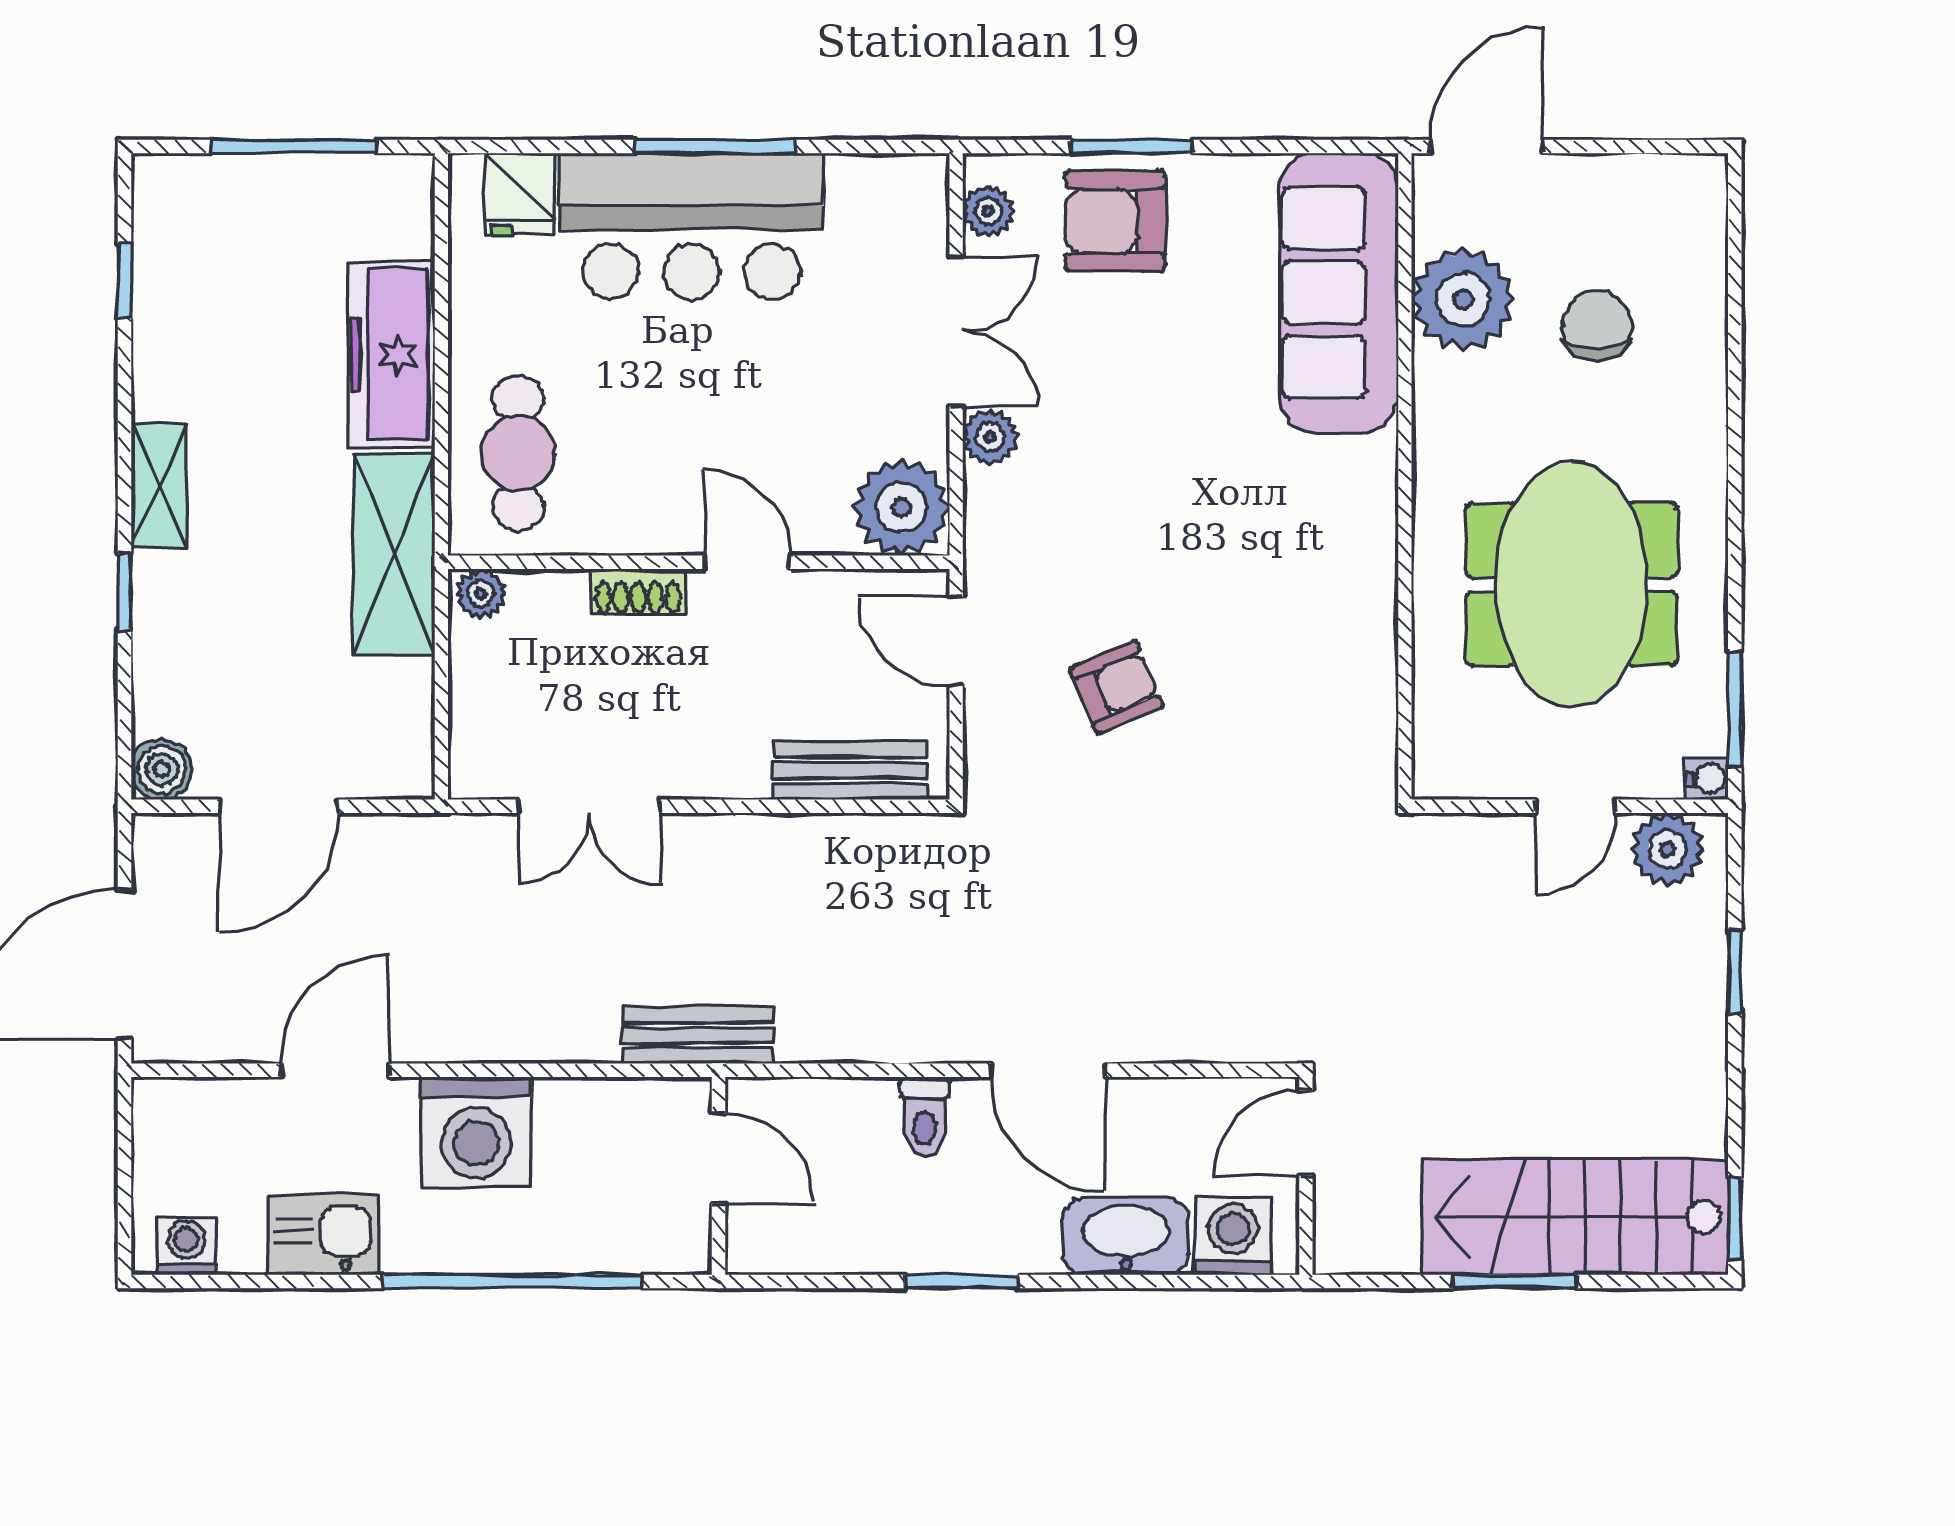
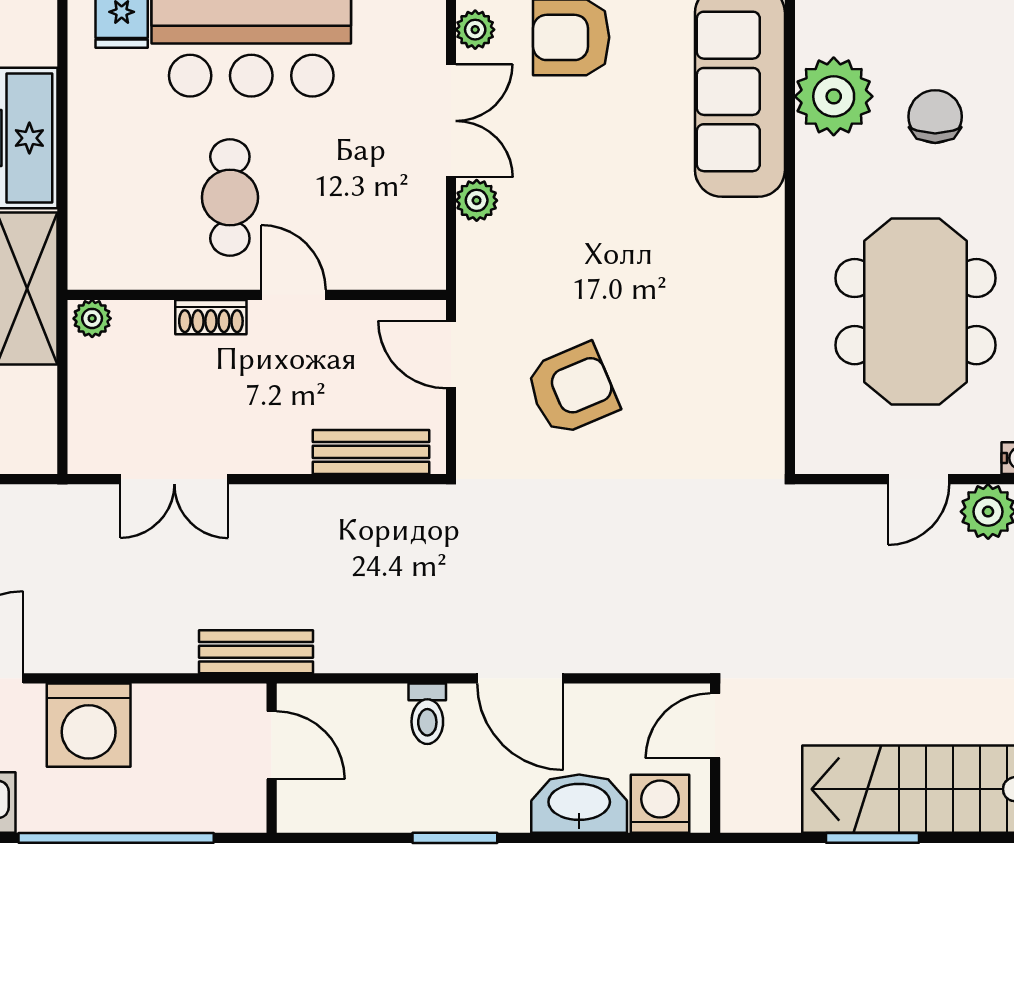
cafe table: (518, 453) -> (230, 197), moved
plant: (901, 507) -> (410, 254), removed
armchair: (1116, 687) -> (572, 389), width x1.38, depth x1.38

